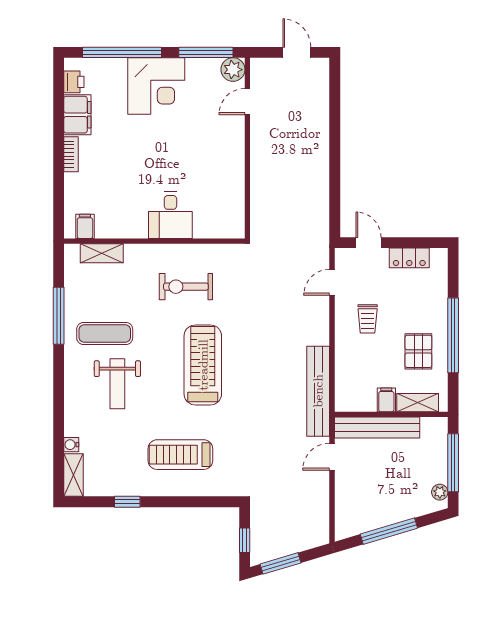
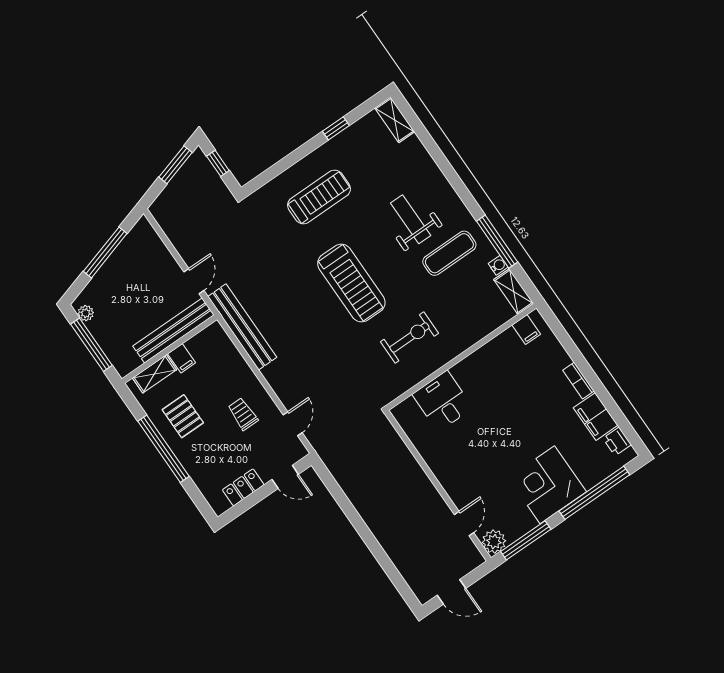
desk: (170, 215) -> (443, 401), moved
shelving: (102, 253) -> (514, 292), moved, turned 90
water cooler: (71, 445) -> (498, 265), moved

